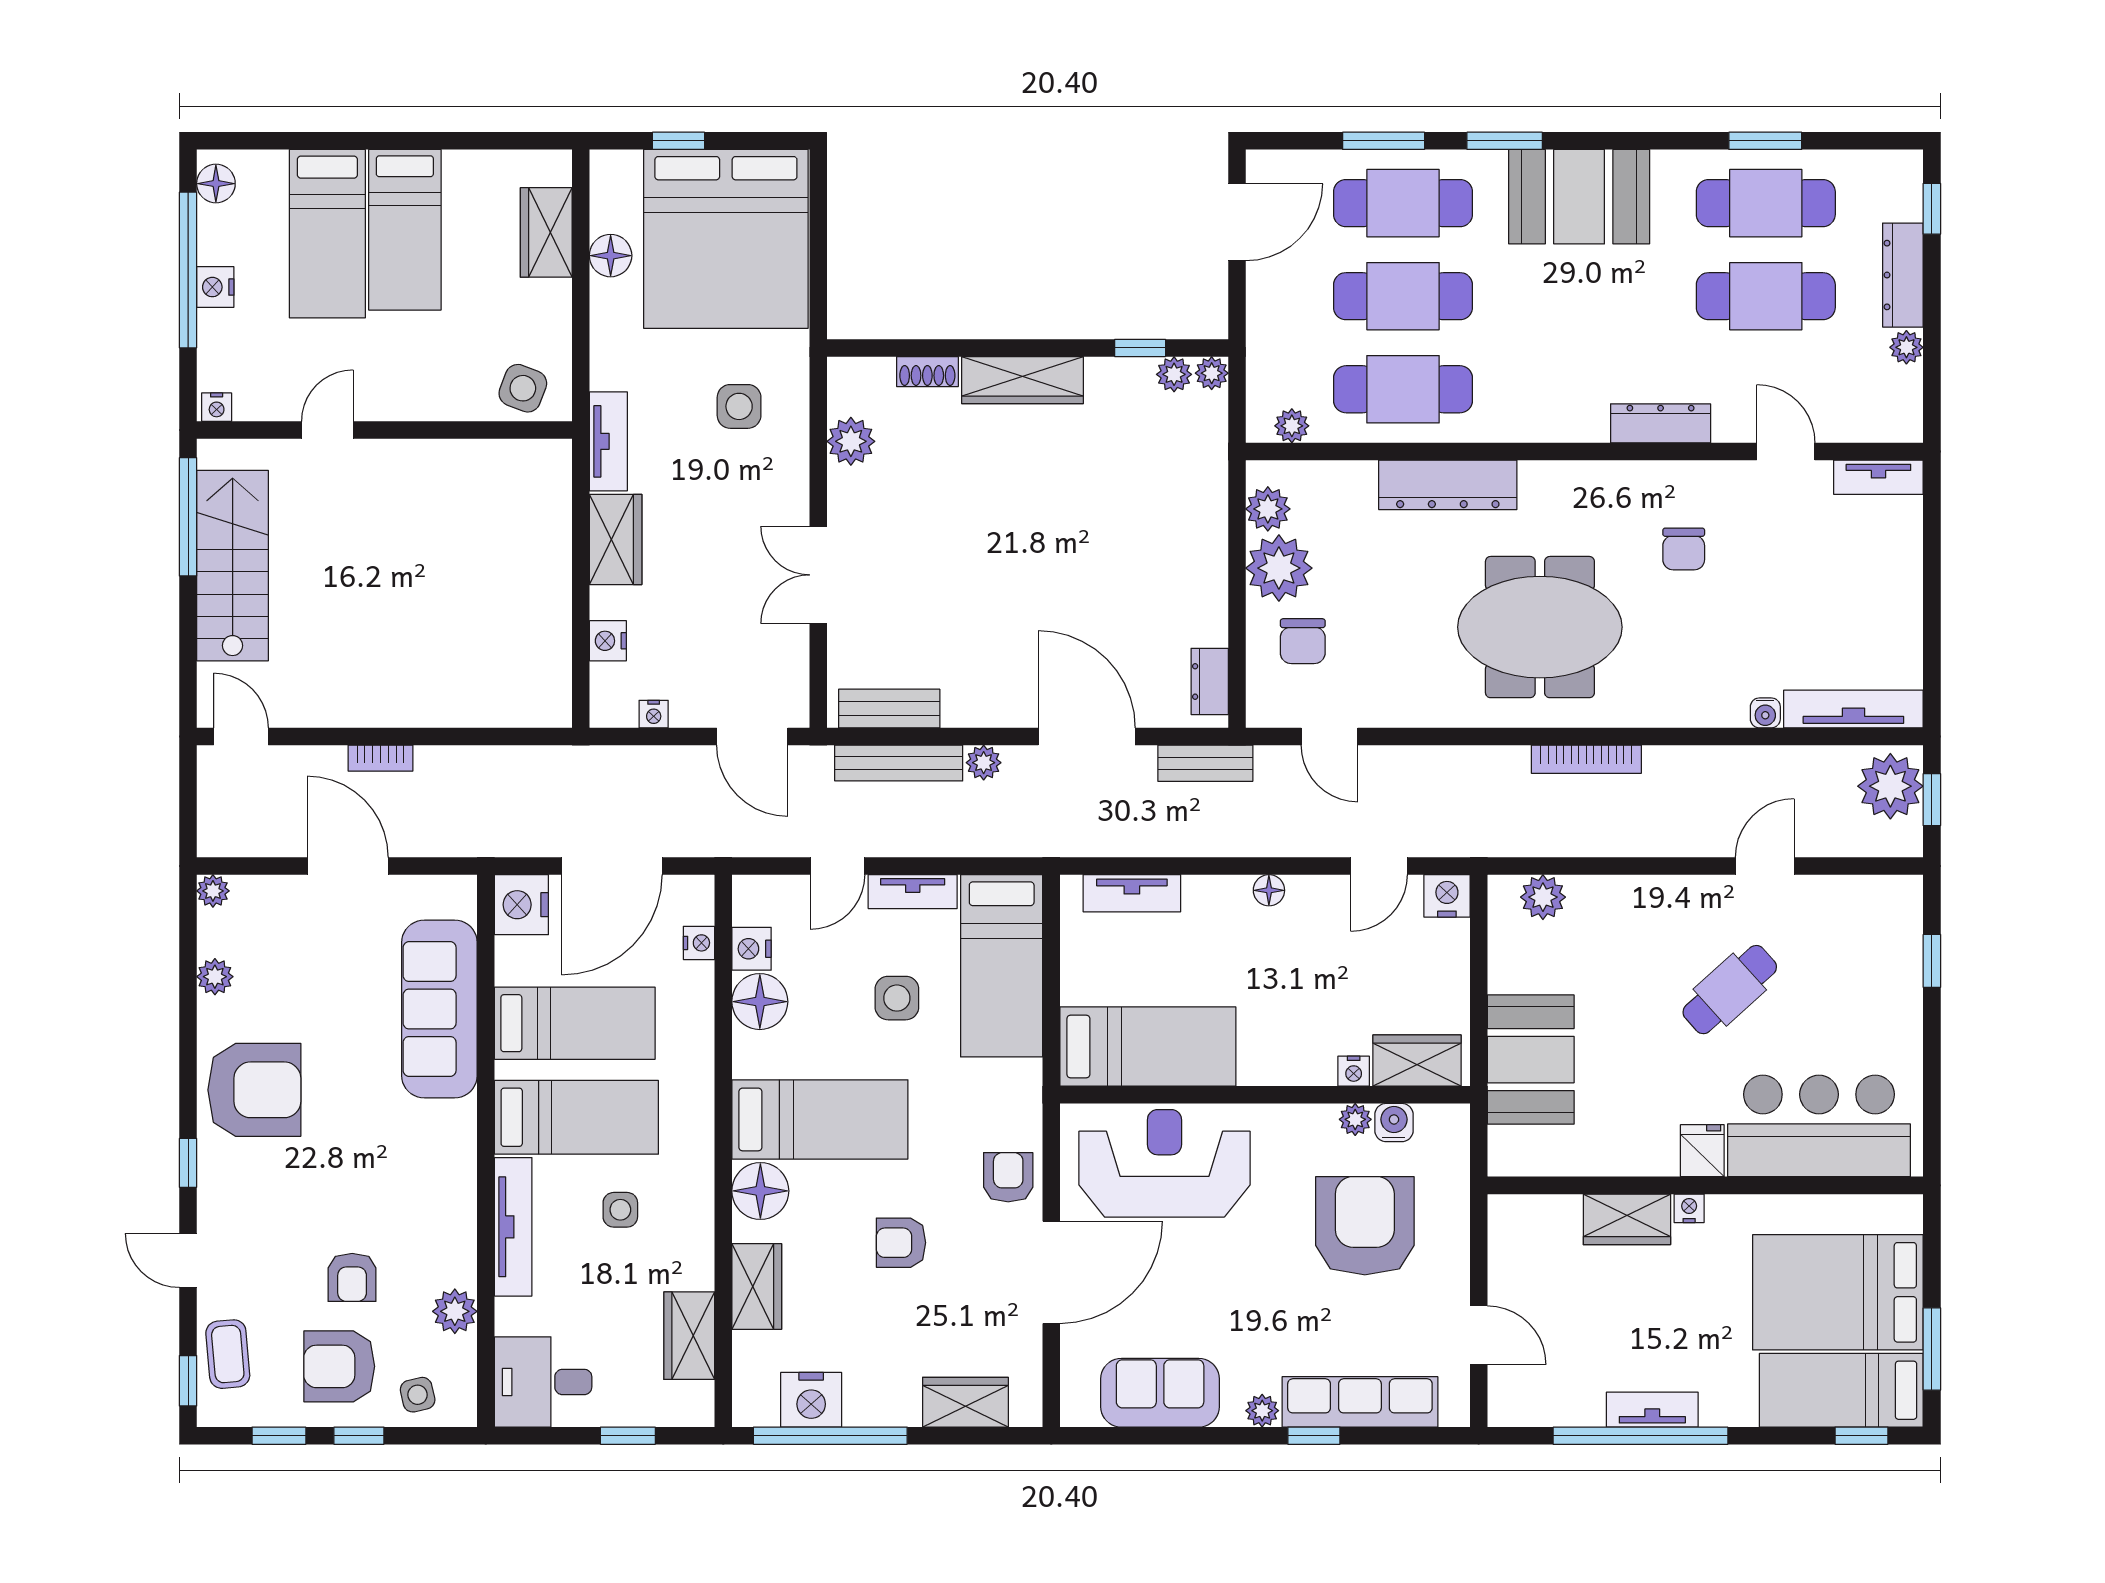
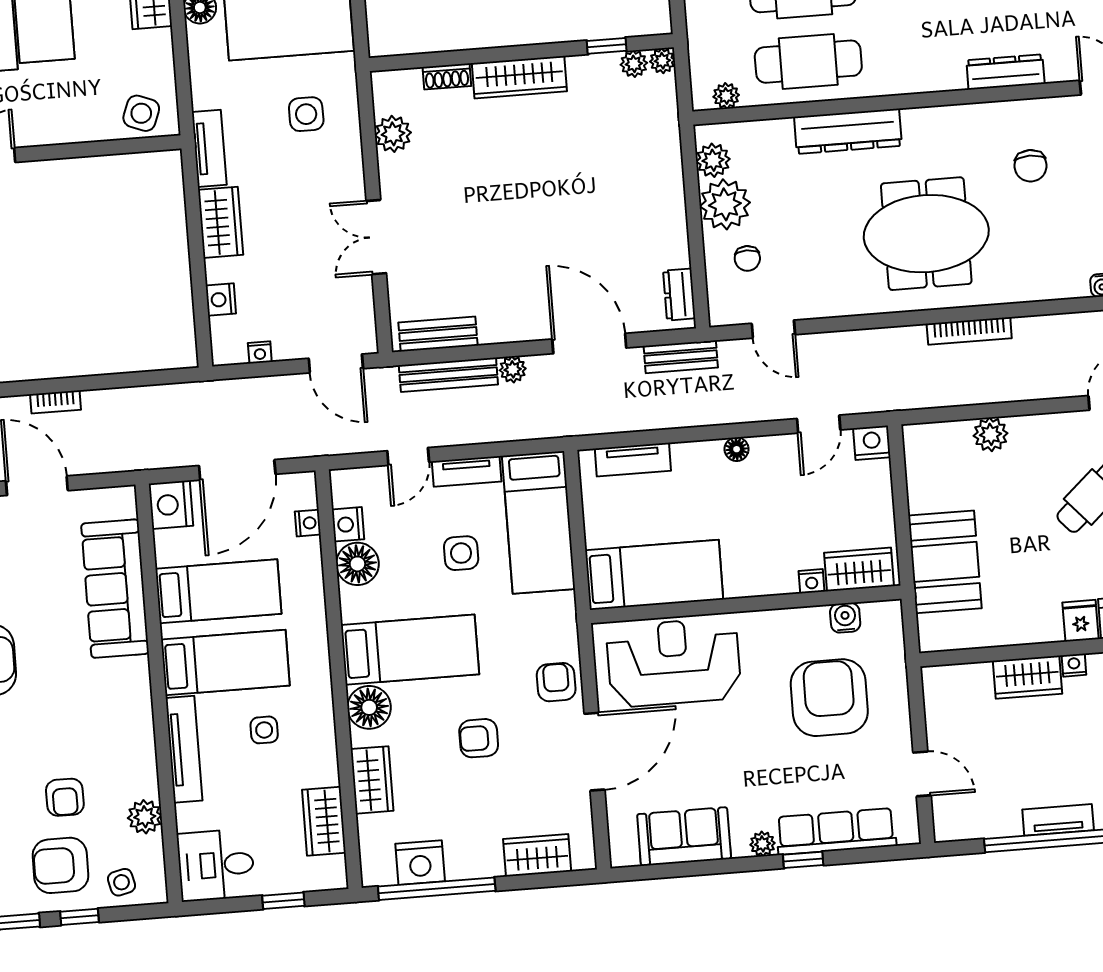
chair: (1303, 641) -> (747, 258), width x0.73, depth x0.73
plant: (1543, 897) -> (991, 434), moved
plant: (1355, 1119) -> (816, 618), removed

